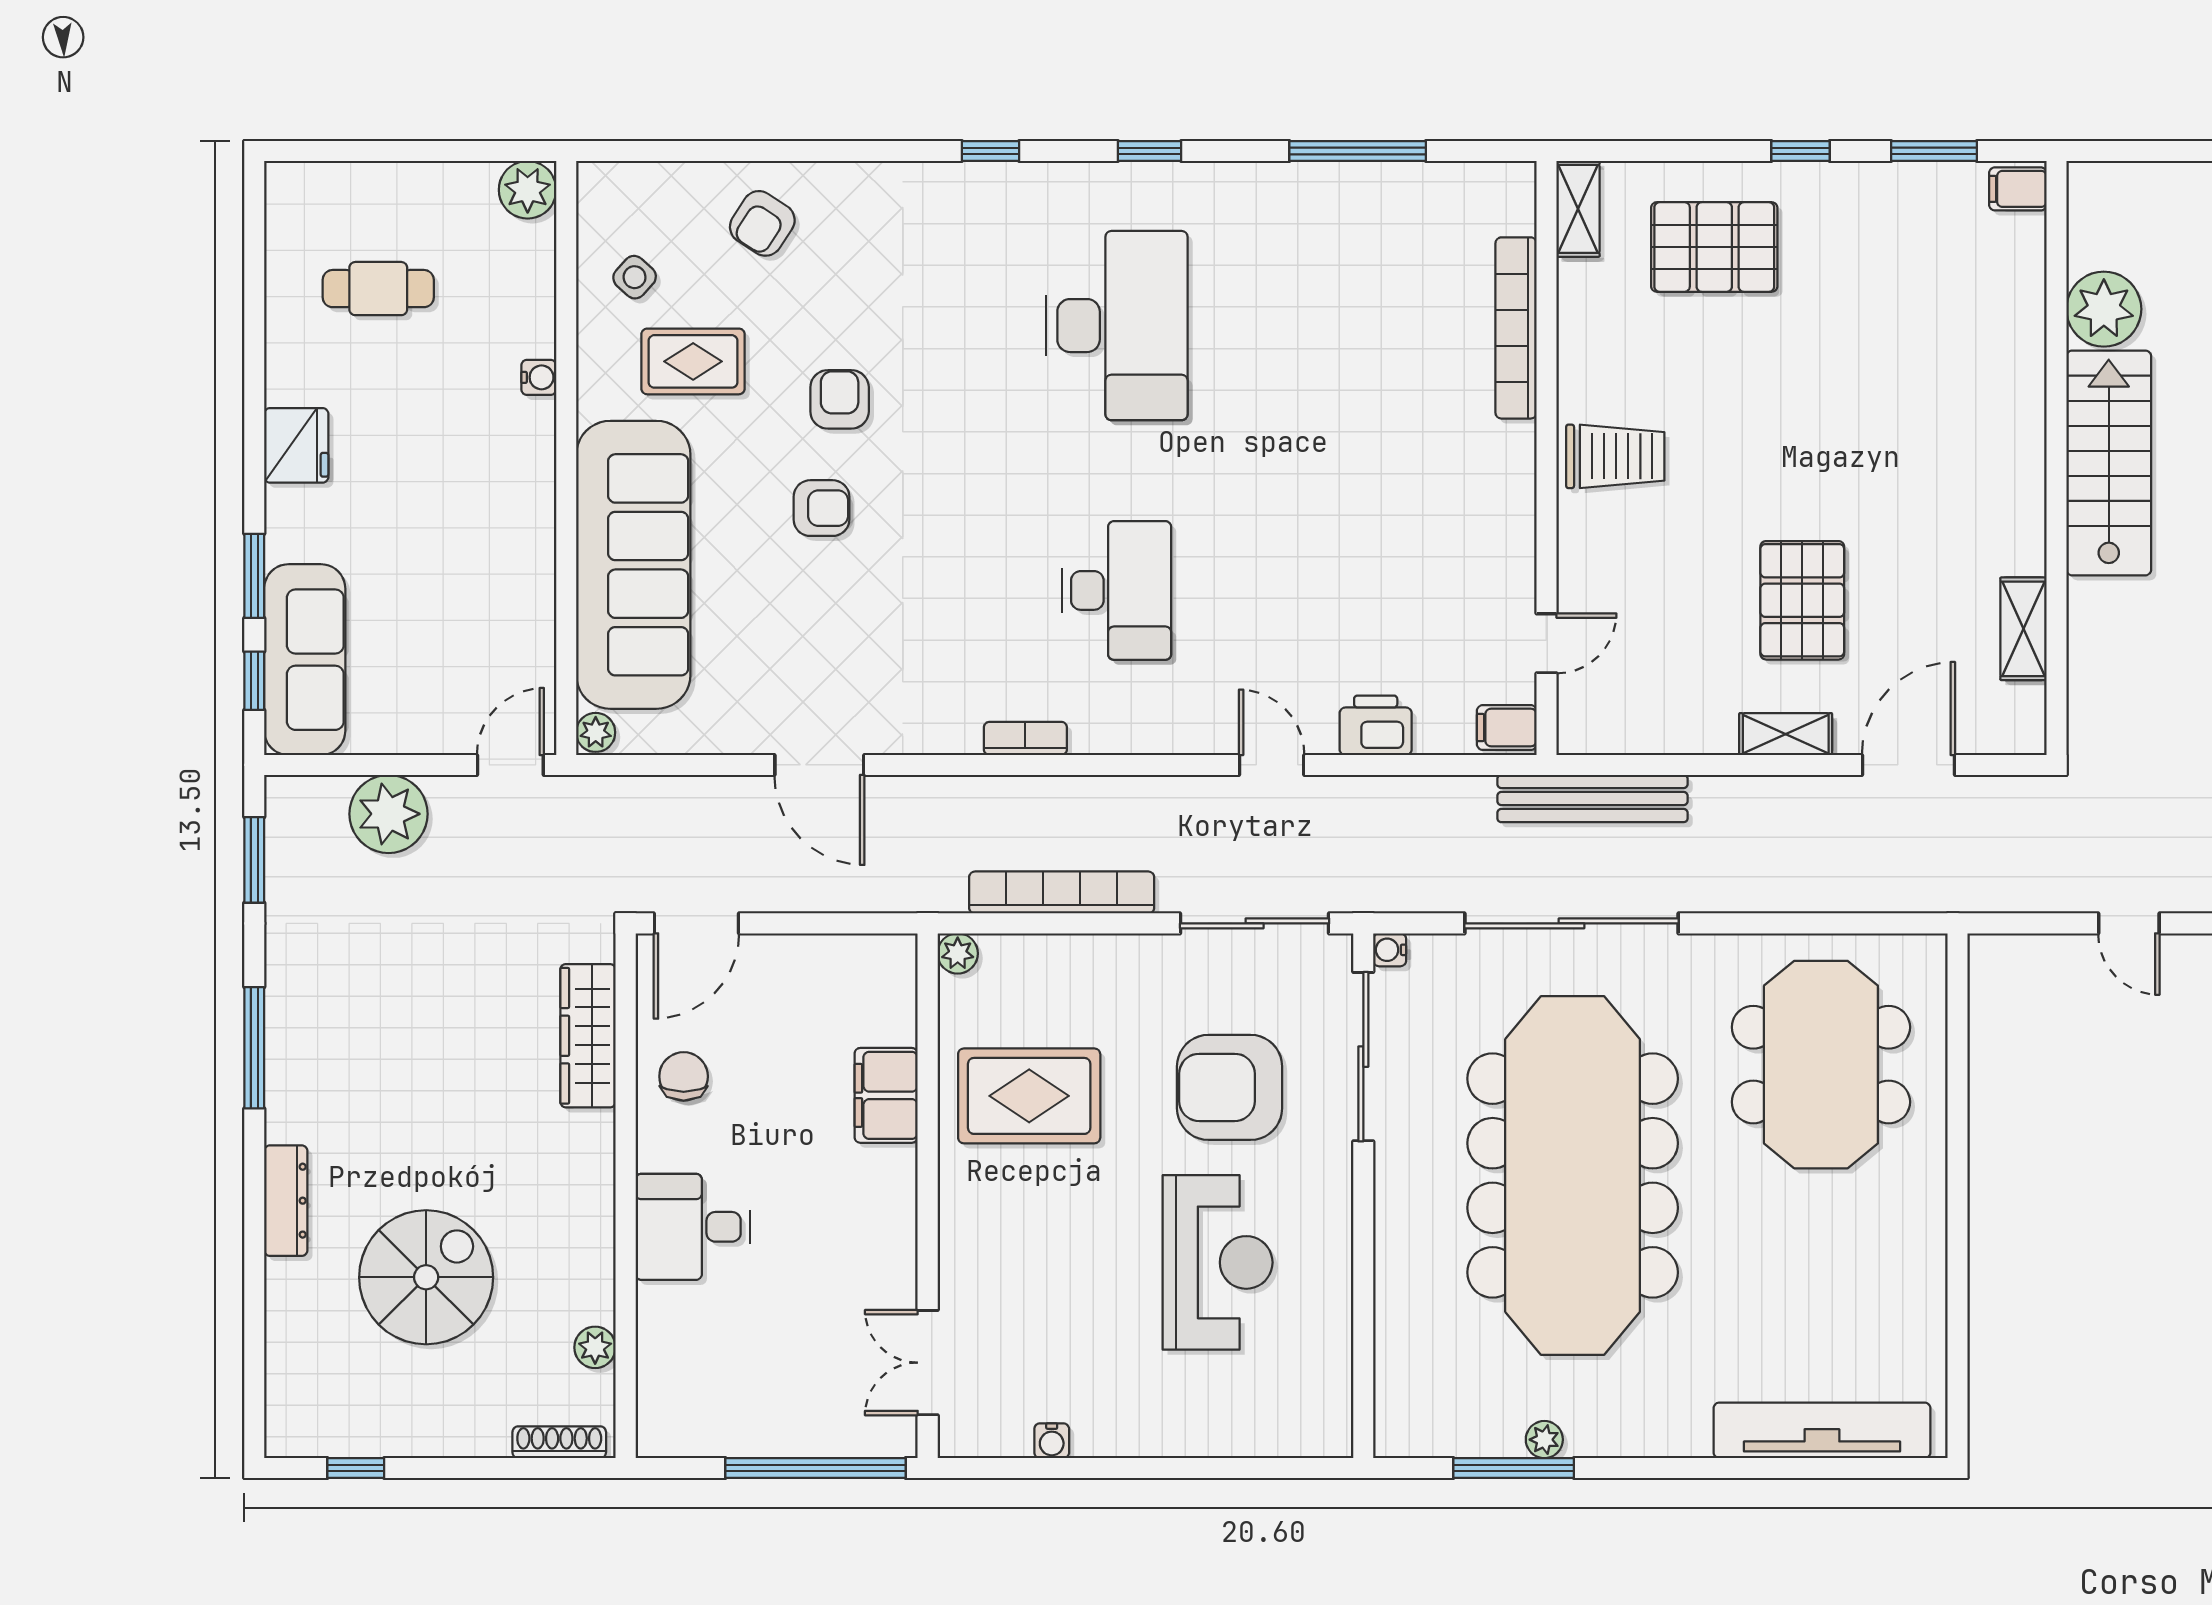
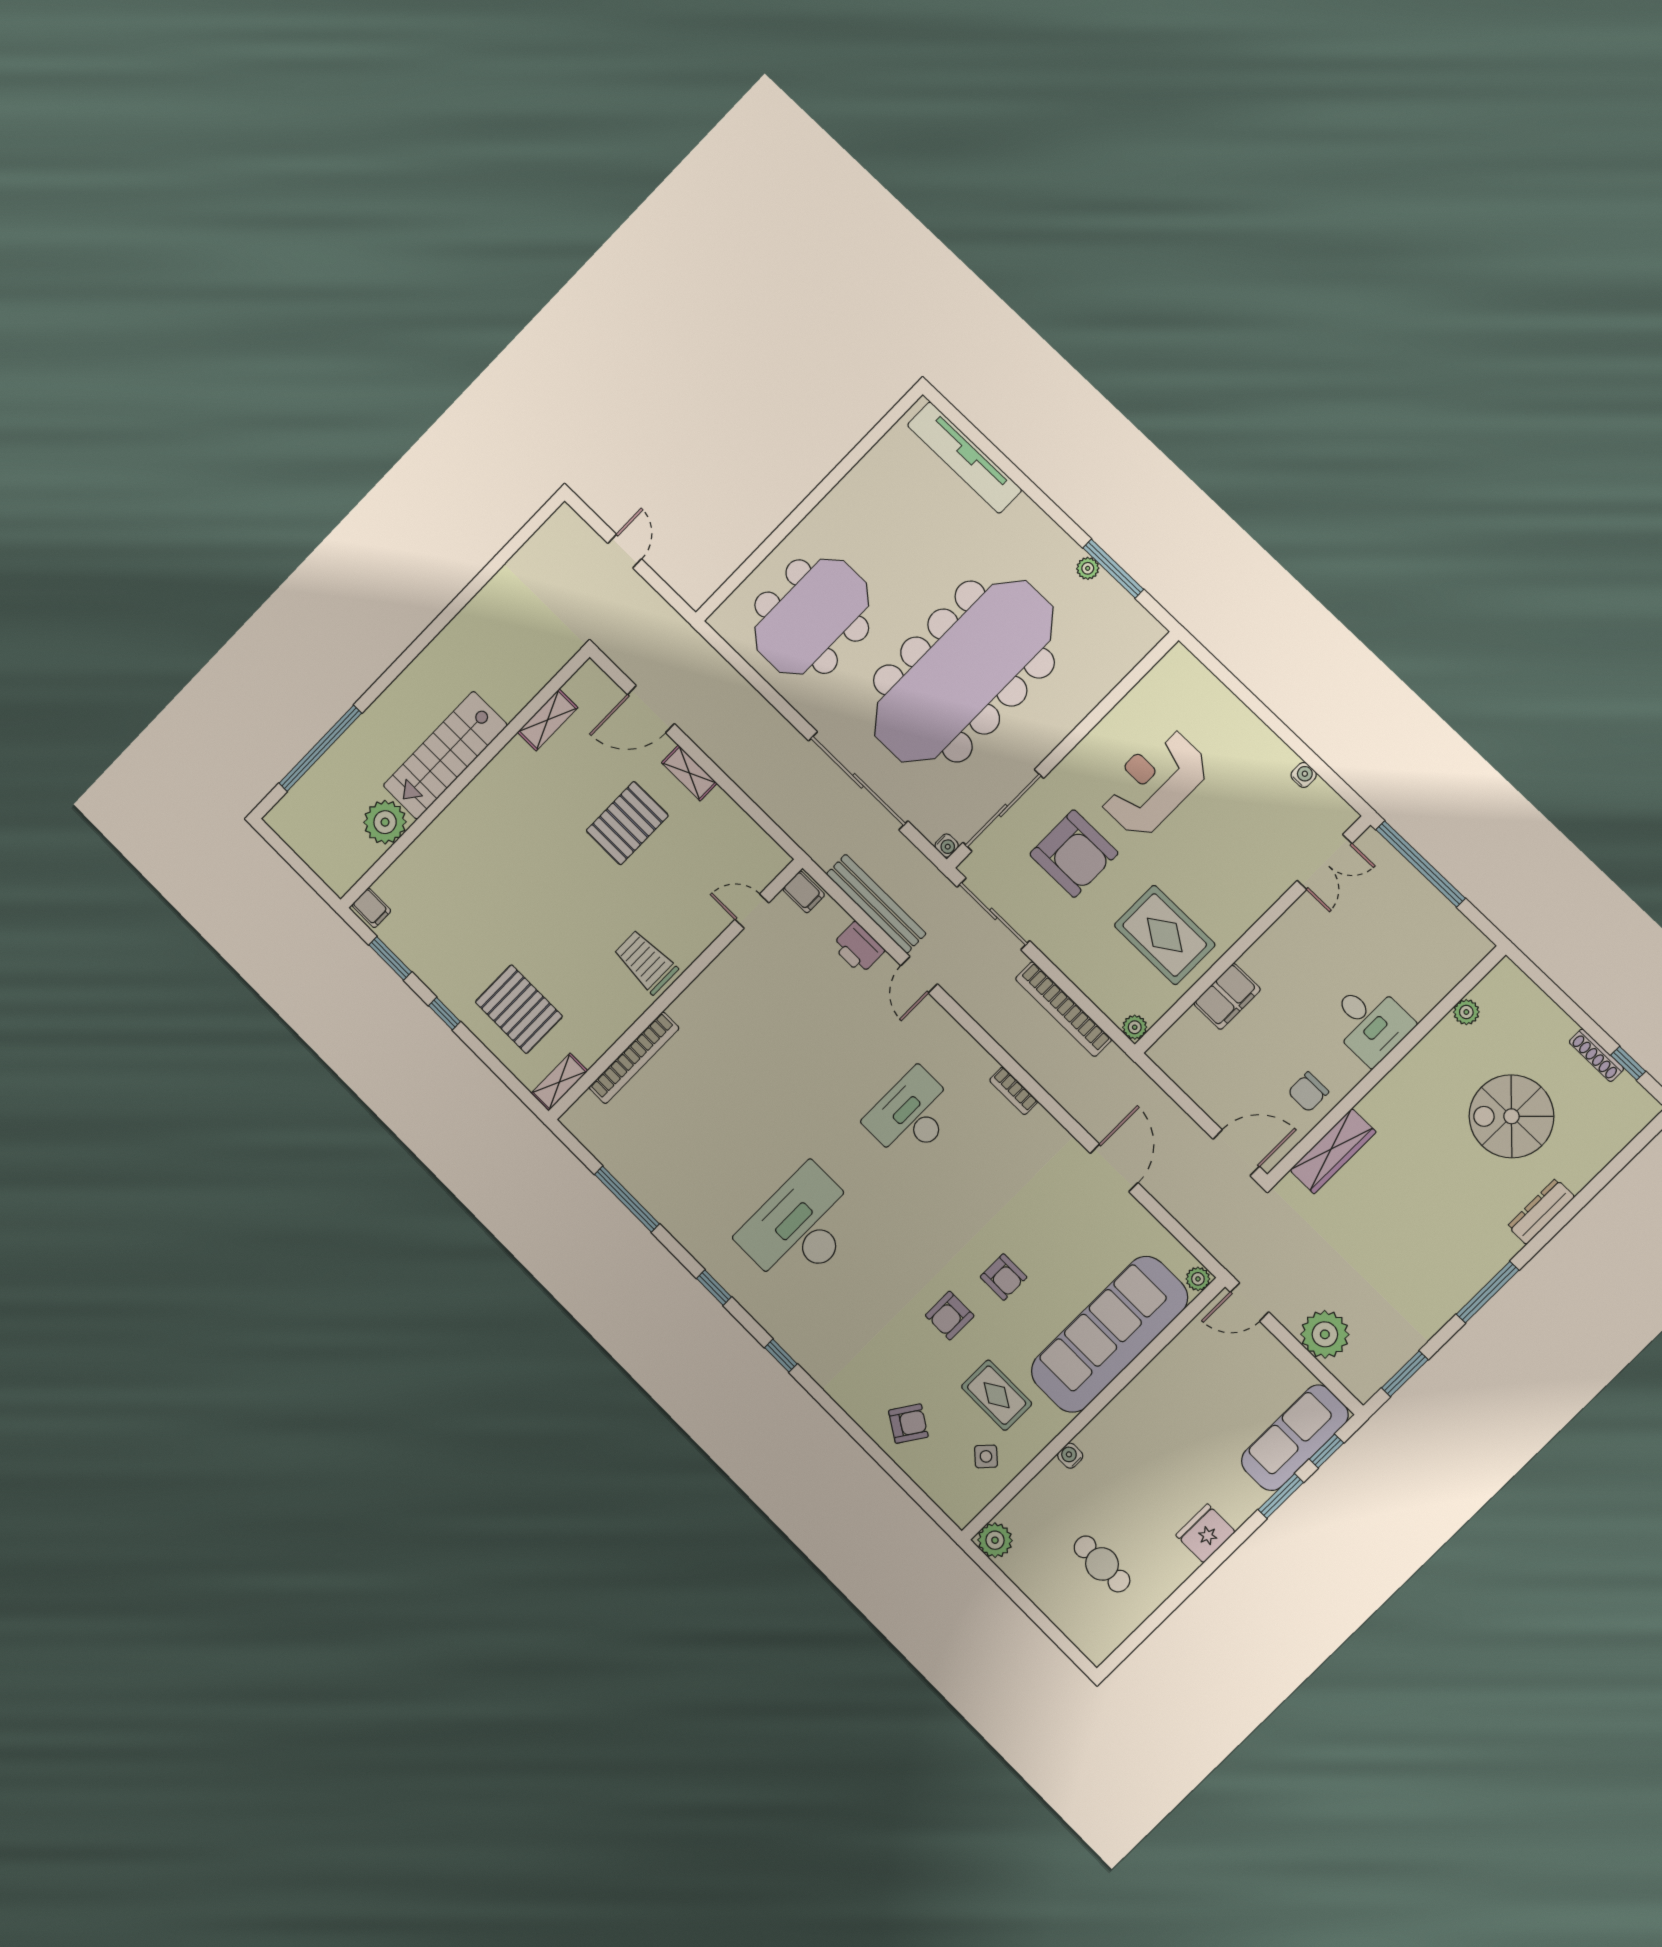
armchair: (821, 508) -> (1004, 1277), turned 180
bench: (1592, 799) -> (876, 904), moved
shoe rack: (559, 1442) -> (1596, 1055), moved

